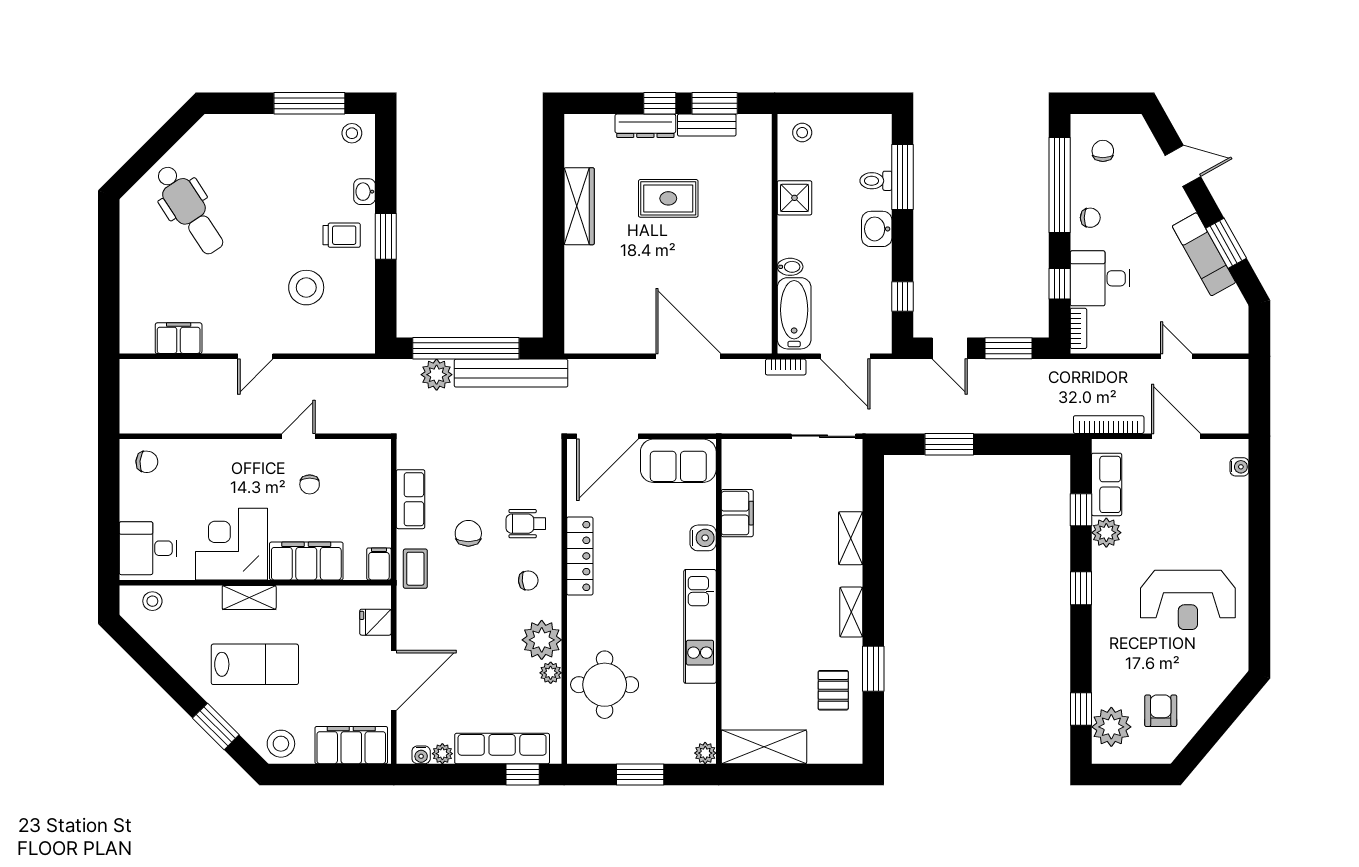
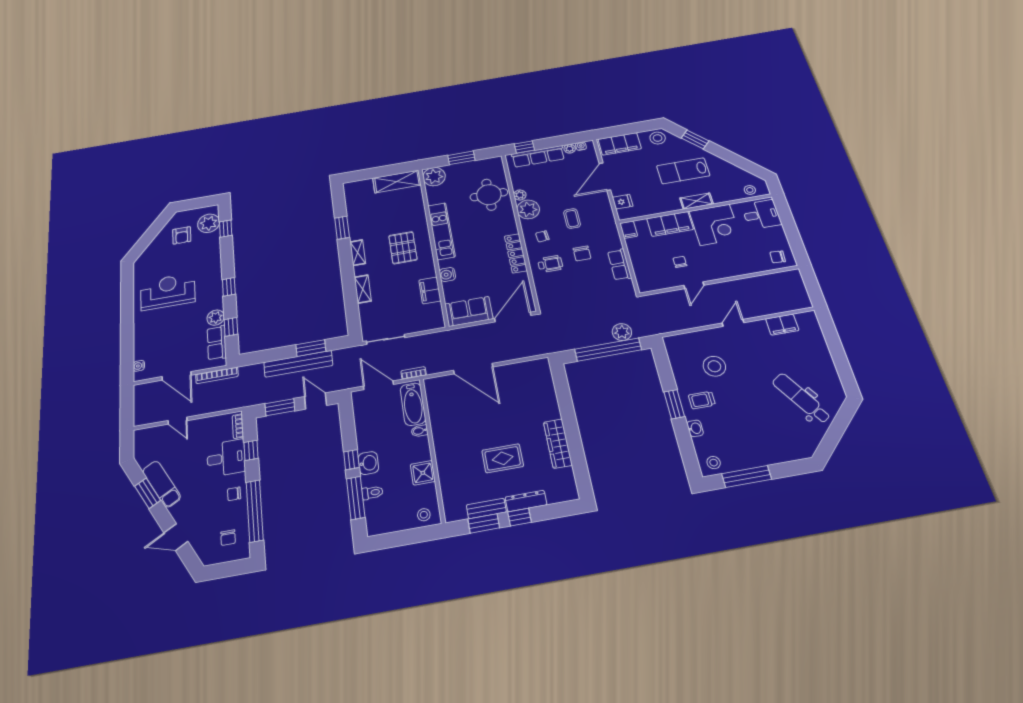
window: (902, 296) -> (351, 460), moved
bench: (511, 373) -> (298, 364), moved
coffee table: (415, 569) -> (572, 219), moved
pallet: (833, 690) -> (403, 248), moved, width x1.50, depth x1.42
plant: (705, 753) -> (434, 177), width x1.88, depth x1.88

